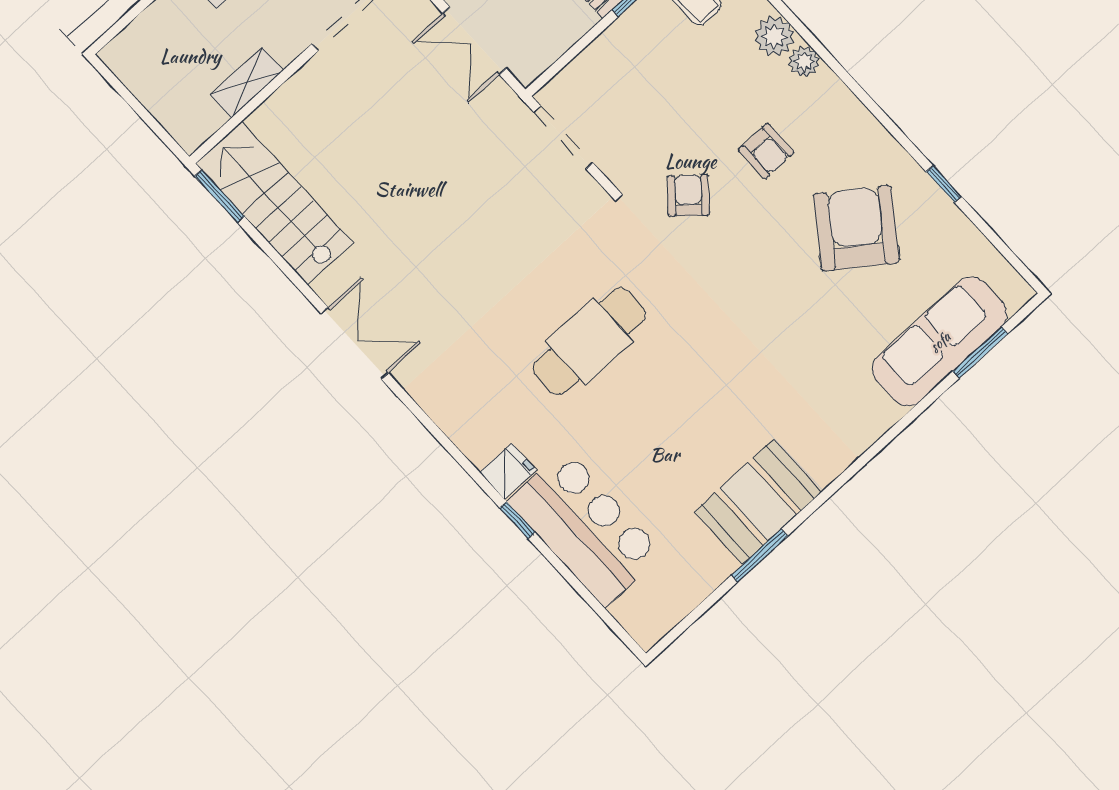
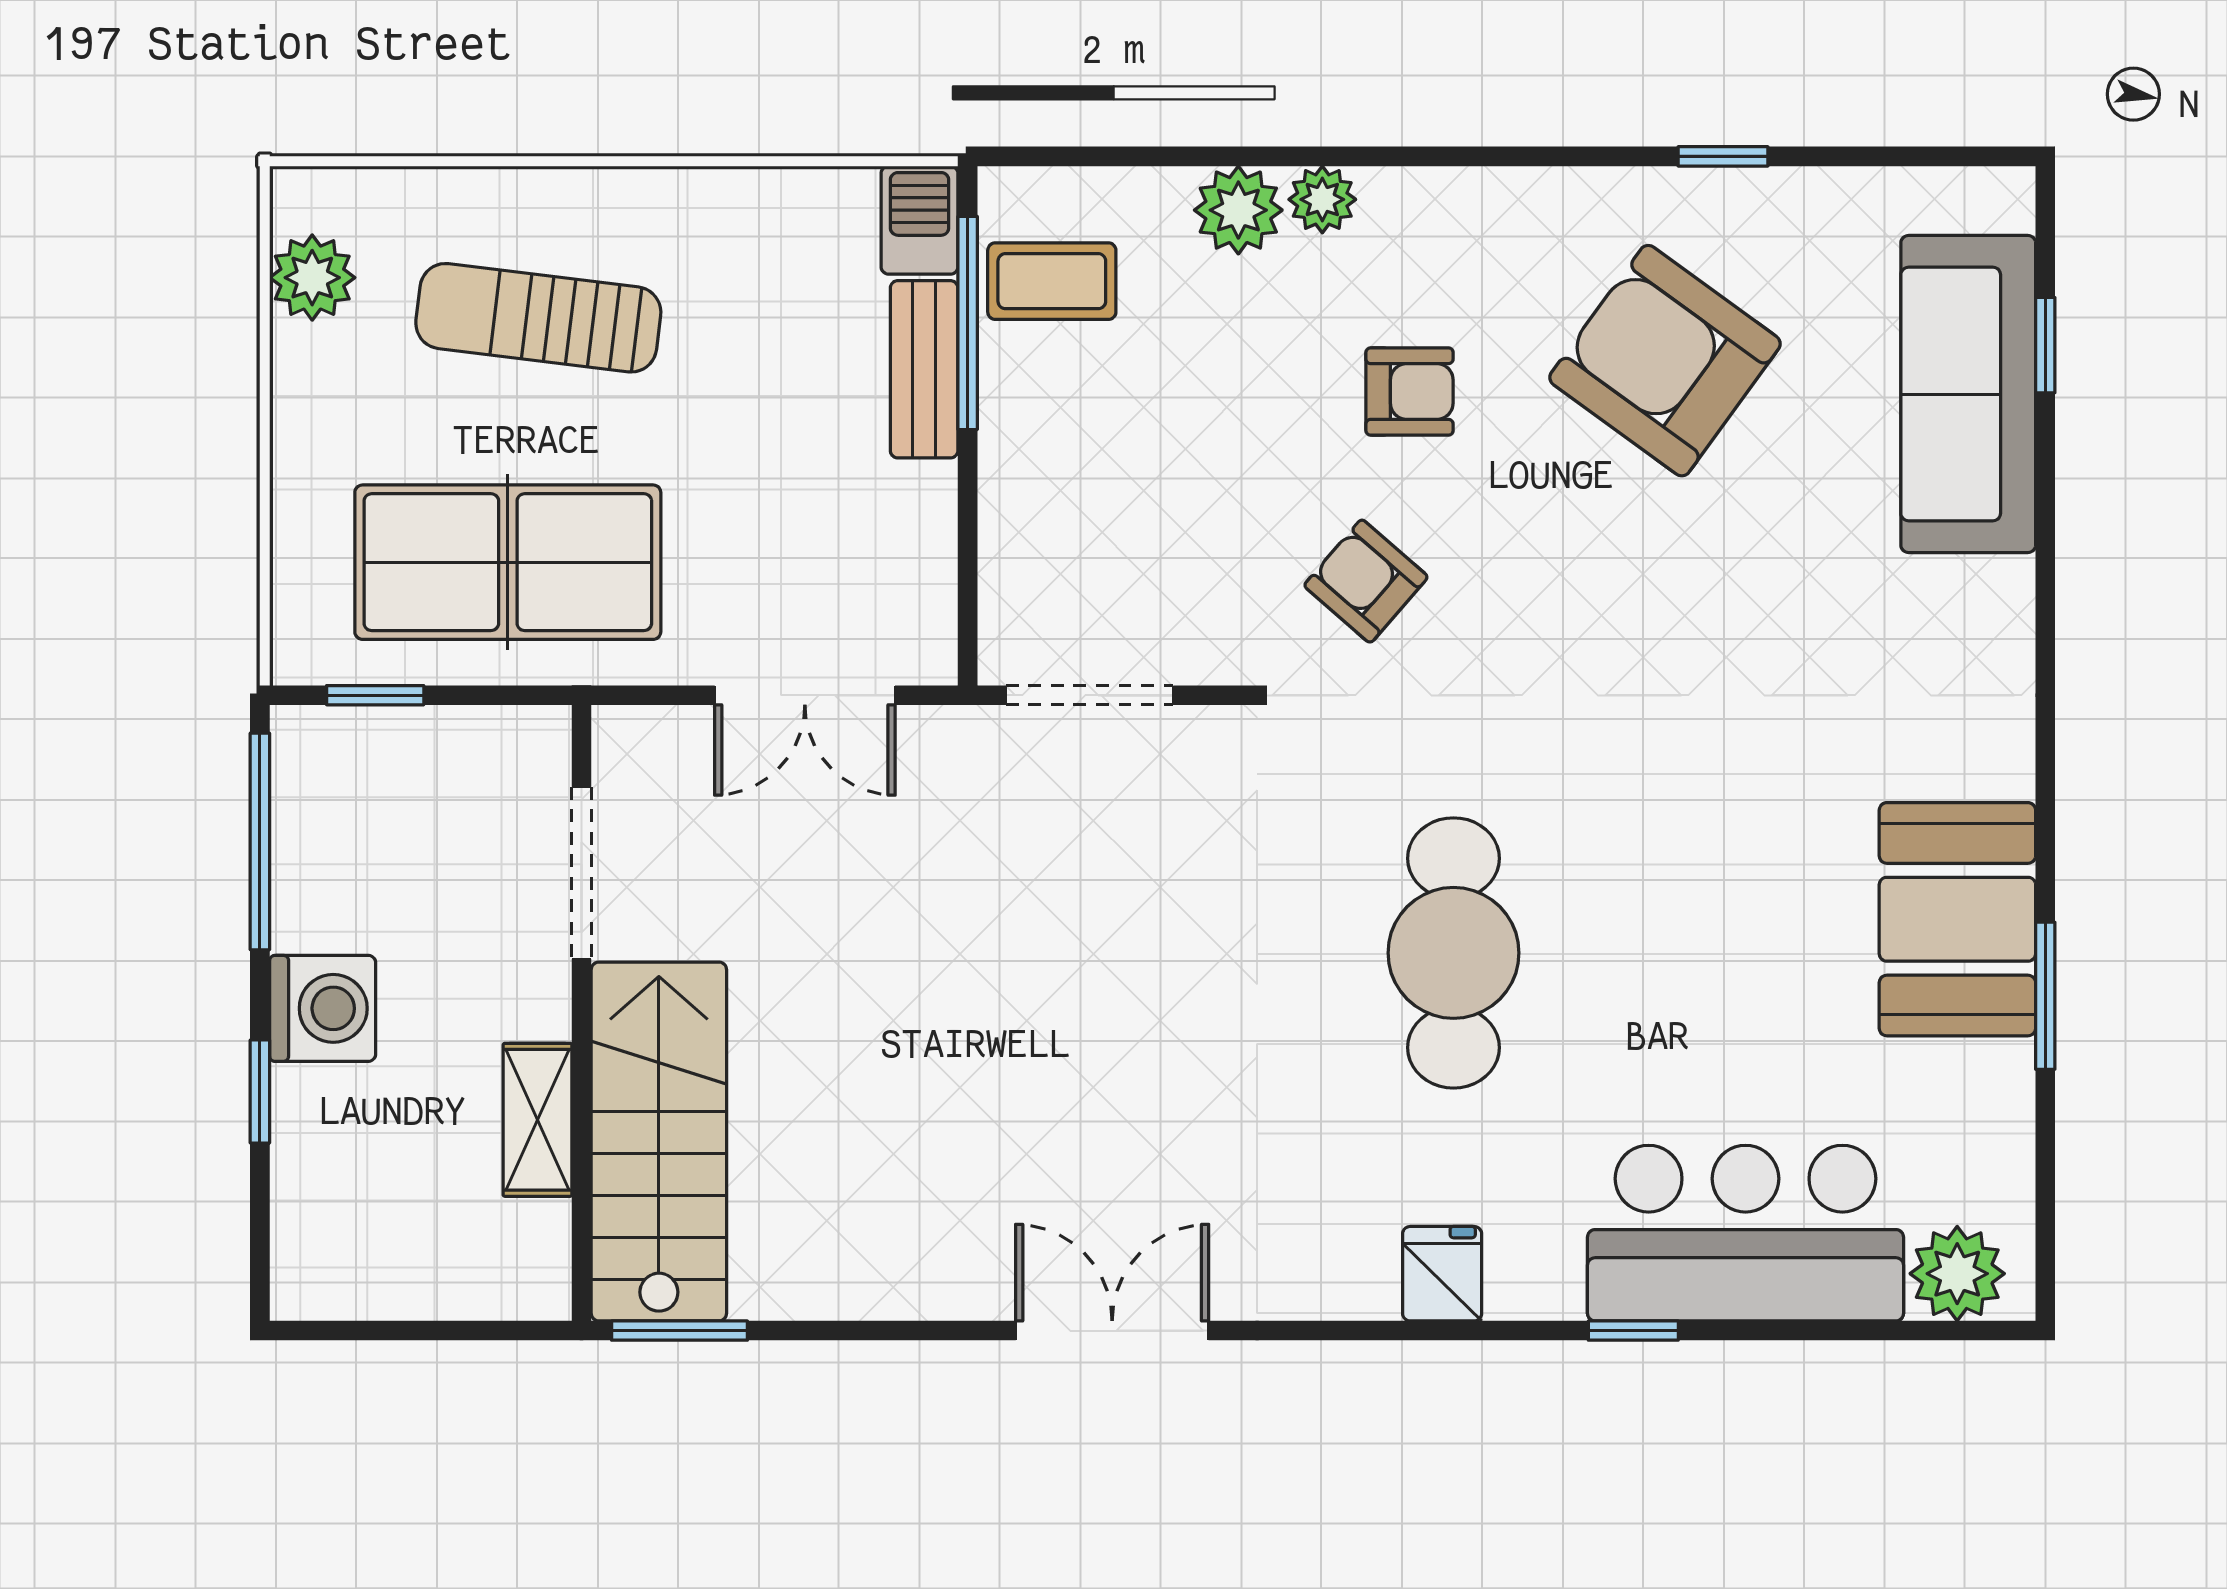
stairs: (274, 203) -> (659, 1141), moved, turned 90
window: (980, 352) -> (2045, 345), width x0.67
fridge: (508, 471) -> (1442, 1274), moved
plant: (638, 612) -> (1957, 1274), added

